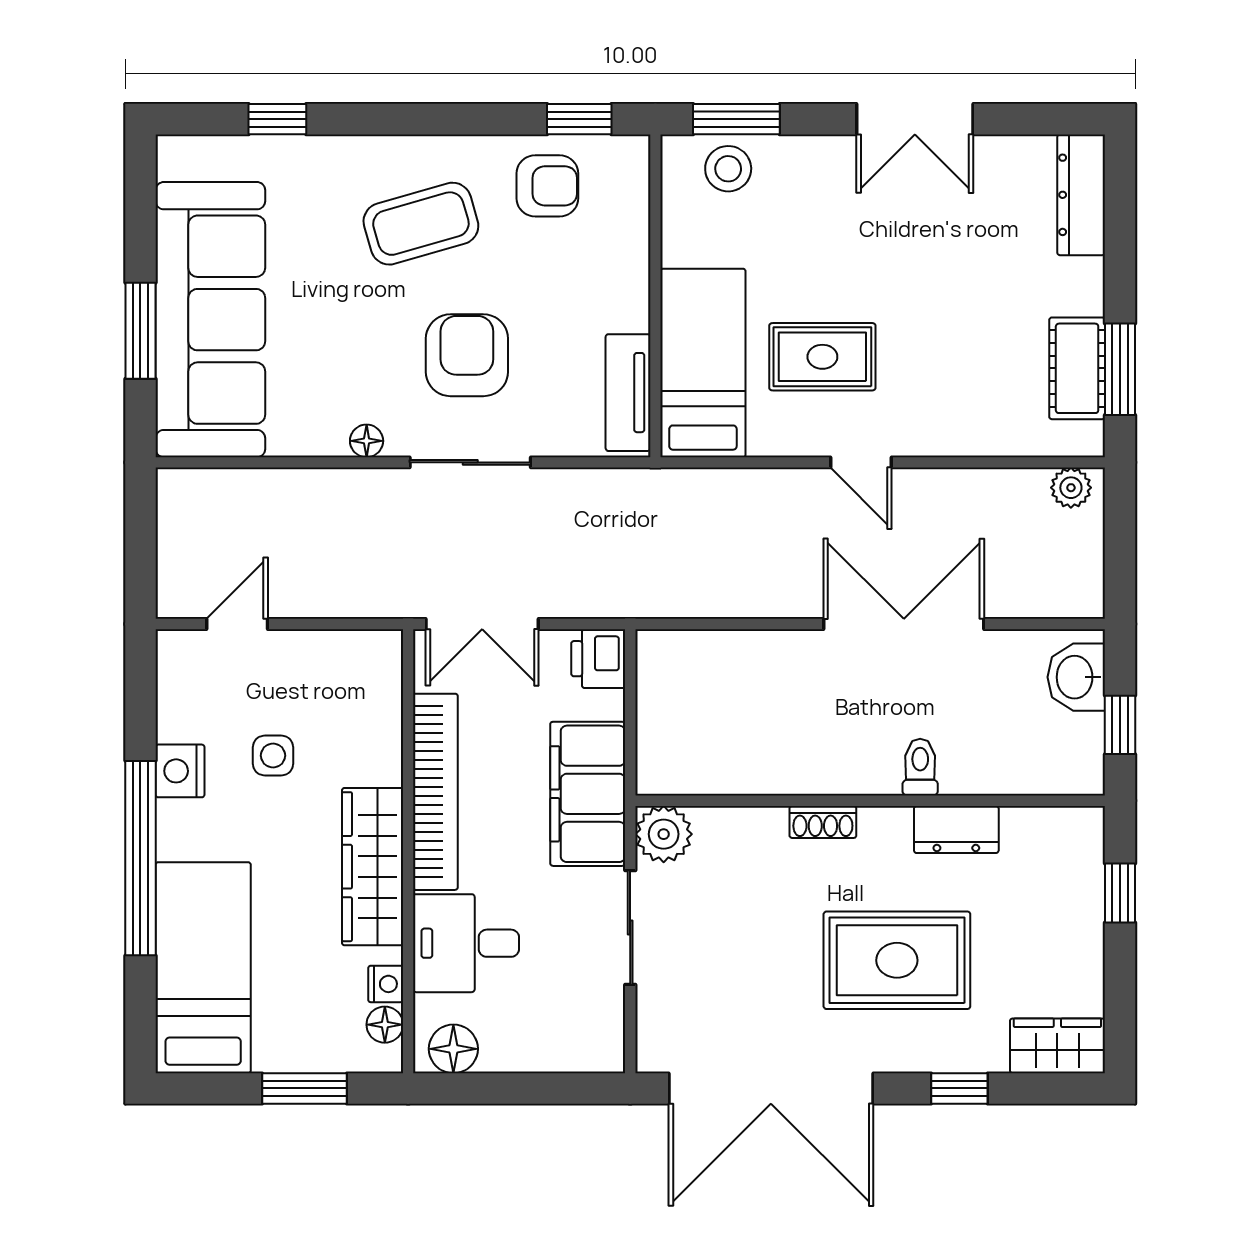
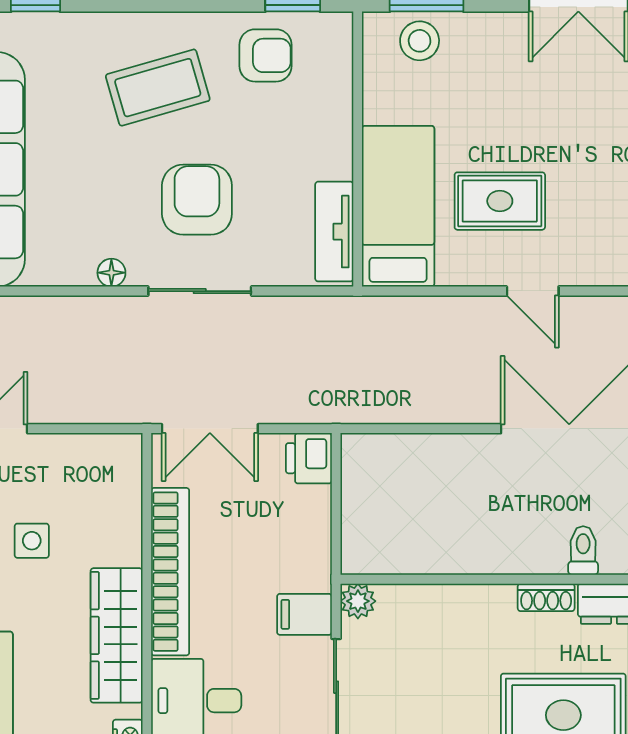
filing cabinet: (588, 794) -> (304, 614), width x0.33, depth x0.86
shoe rack: (823, 822) -> (546, 597), moved
plant: (664, 834) -> (358, 601), width x0.73, depth x0.73

